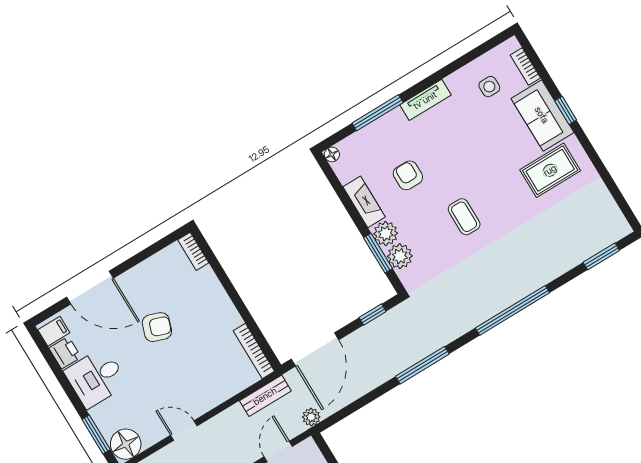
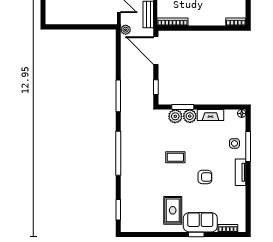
side table: (489, 87) -> (234, 143), moved
armchair: (408, 175) -> (205, 177), moved

